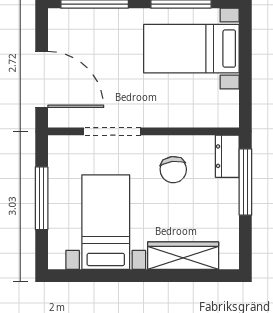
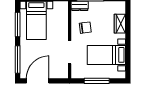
door: (42, 79) -> (38, 81), moved
wardrobe: (183, 256) -> (120, 24), width x0.67

